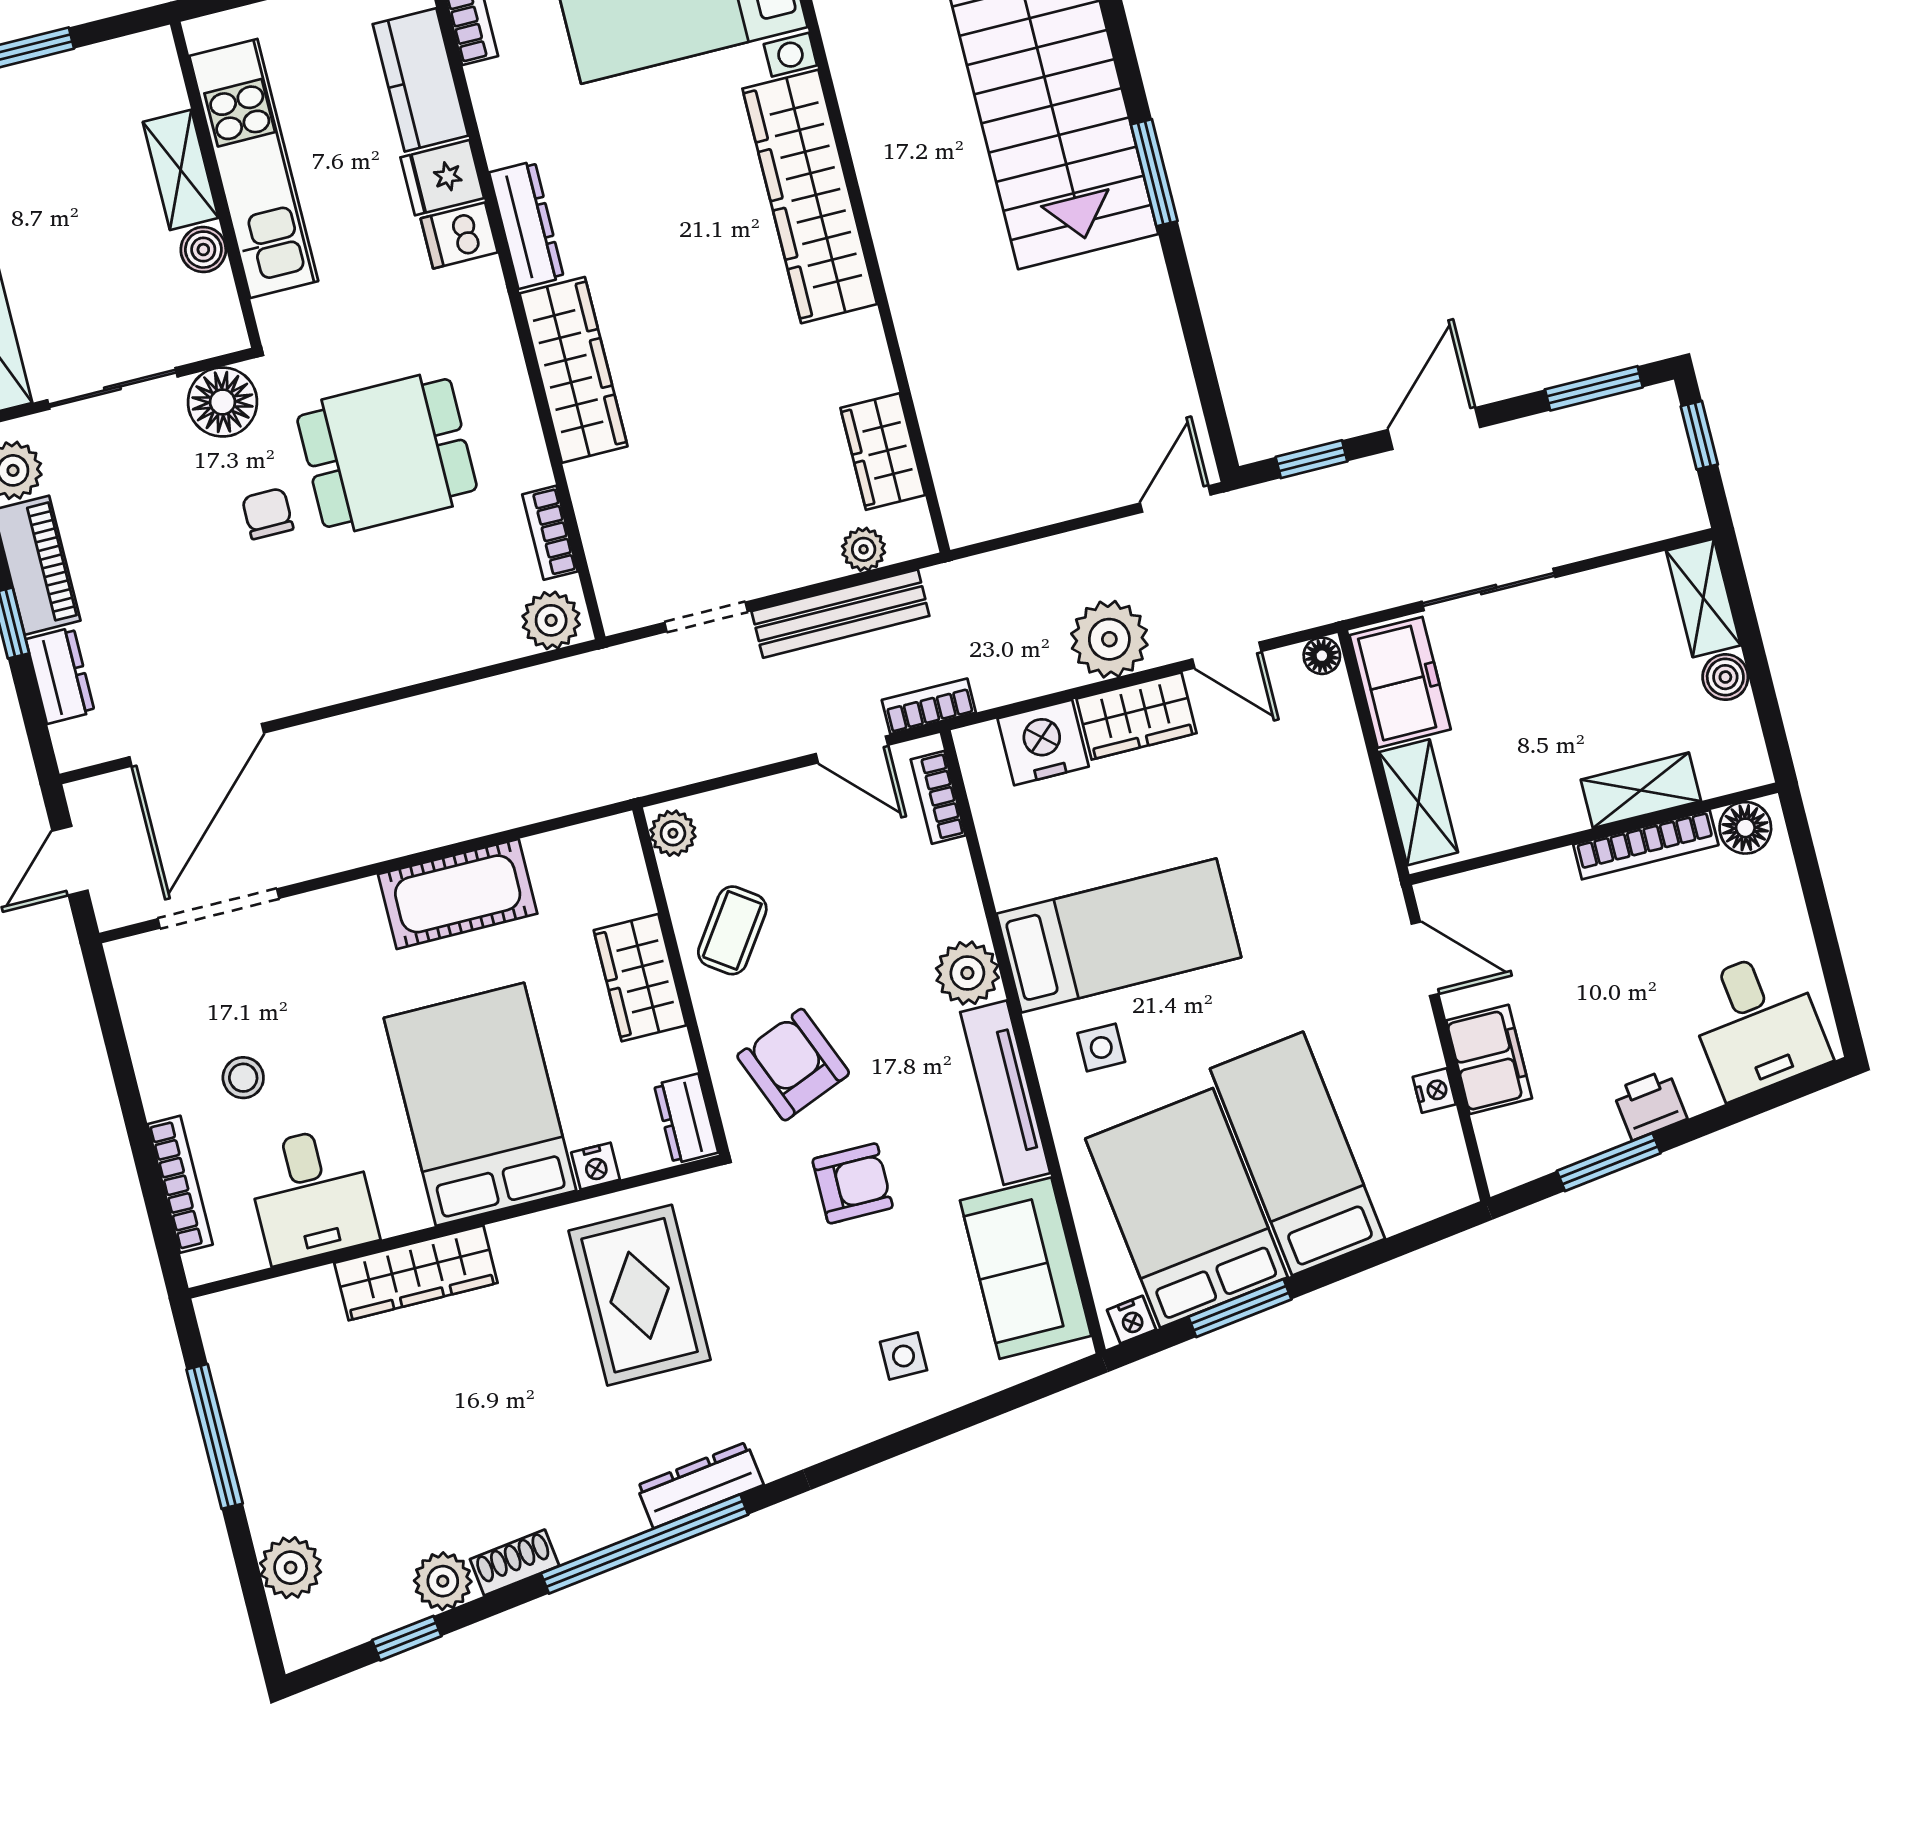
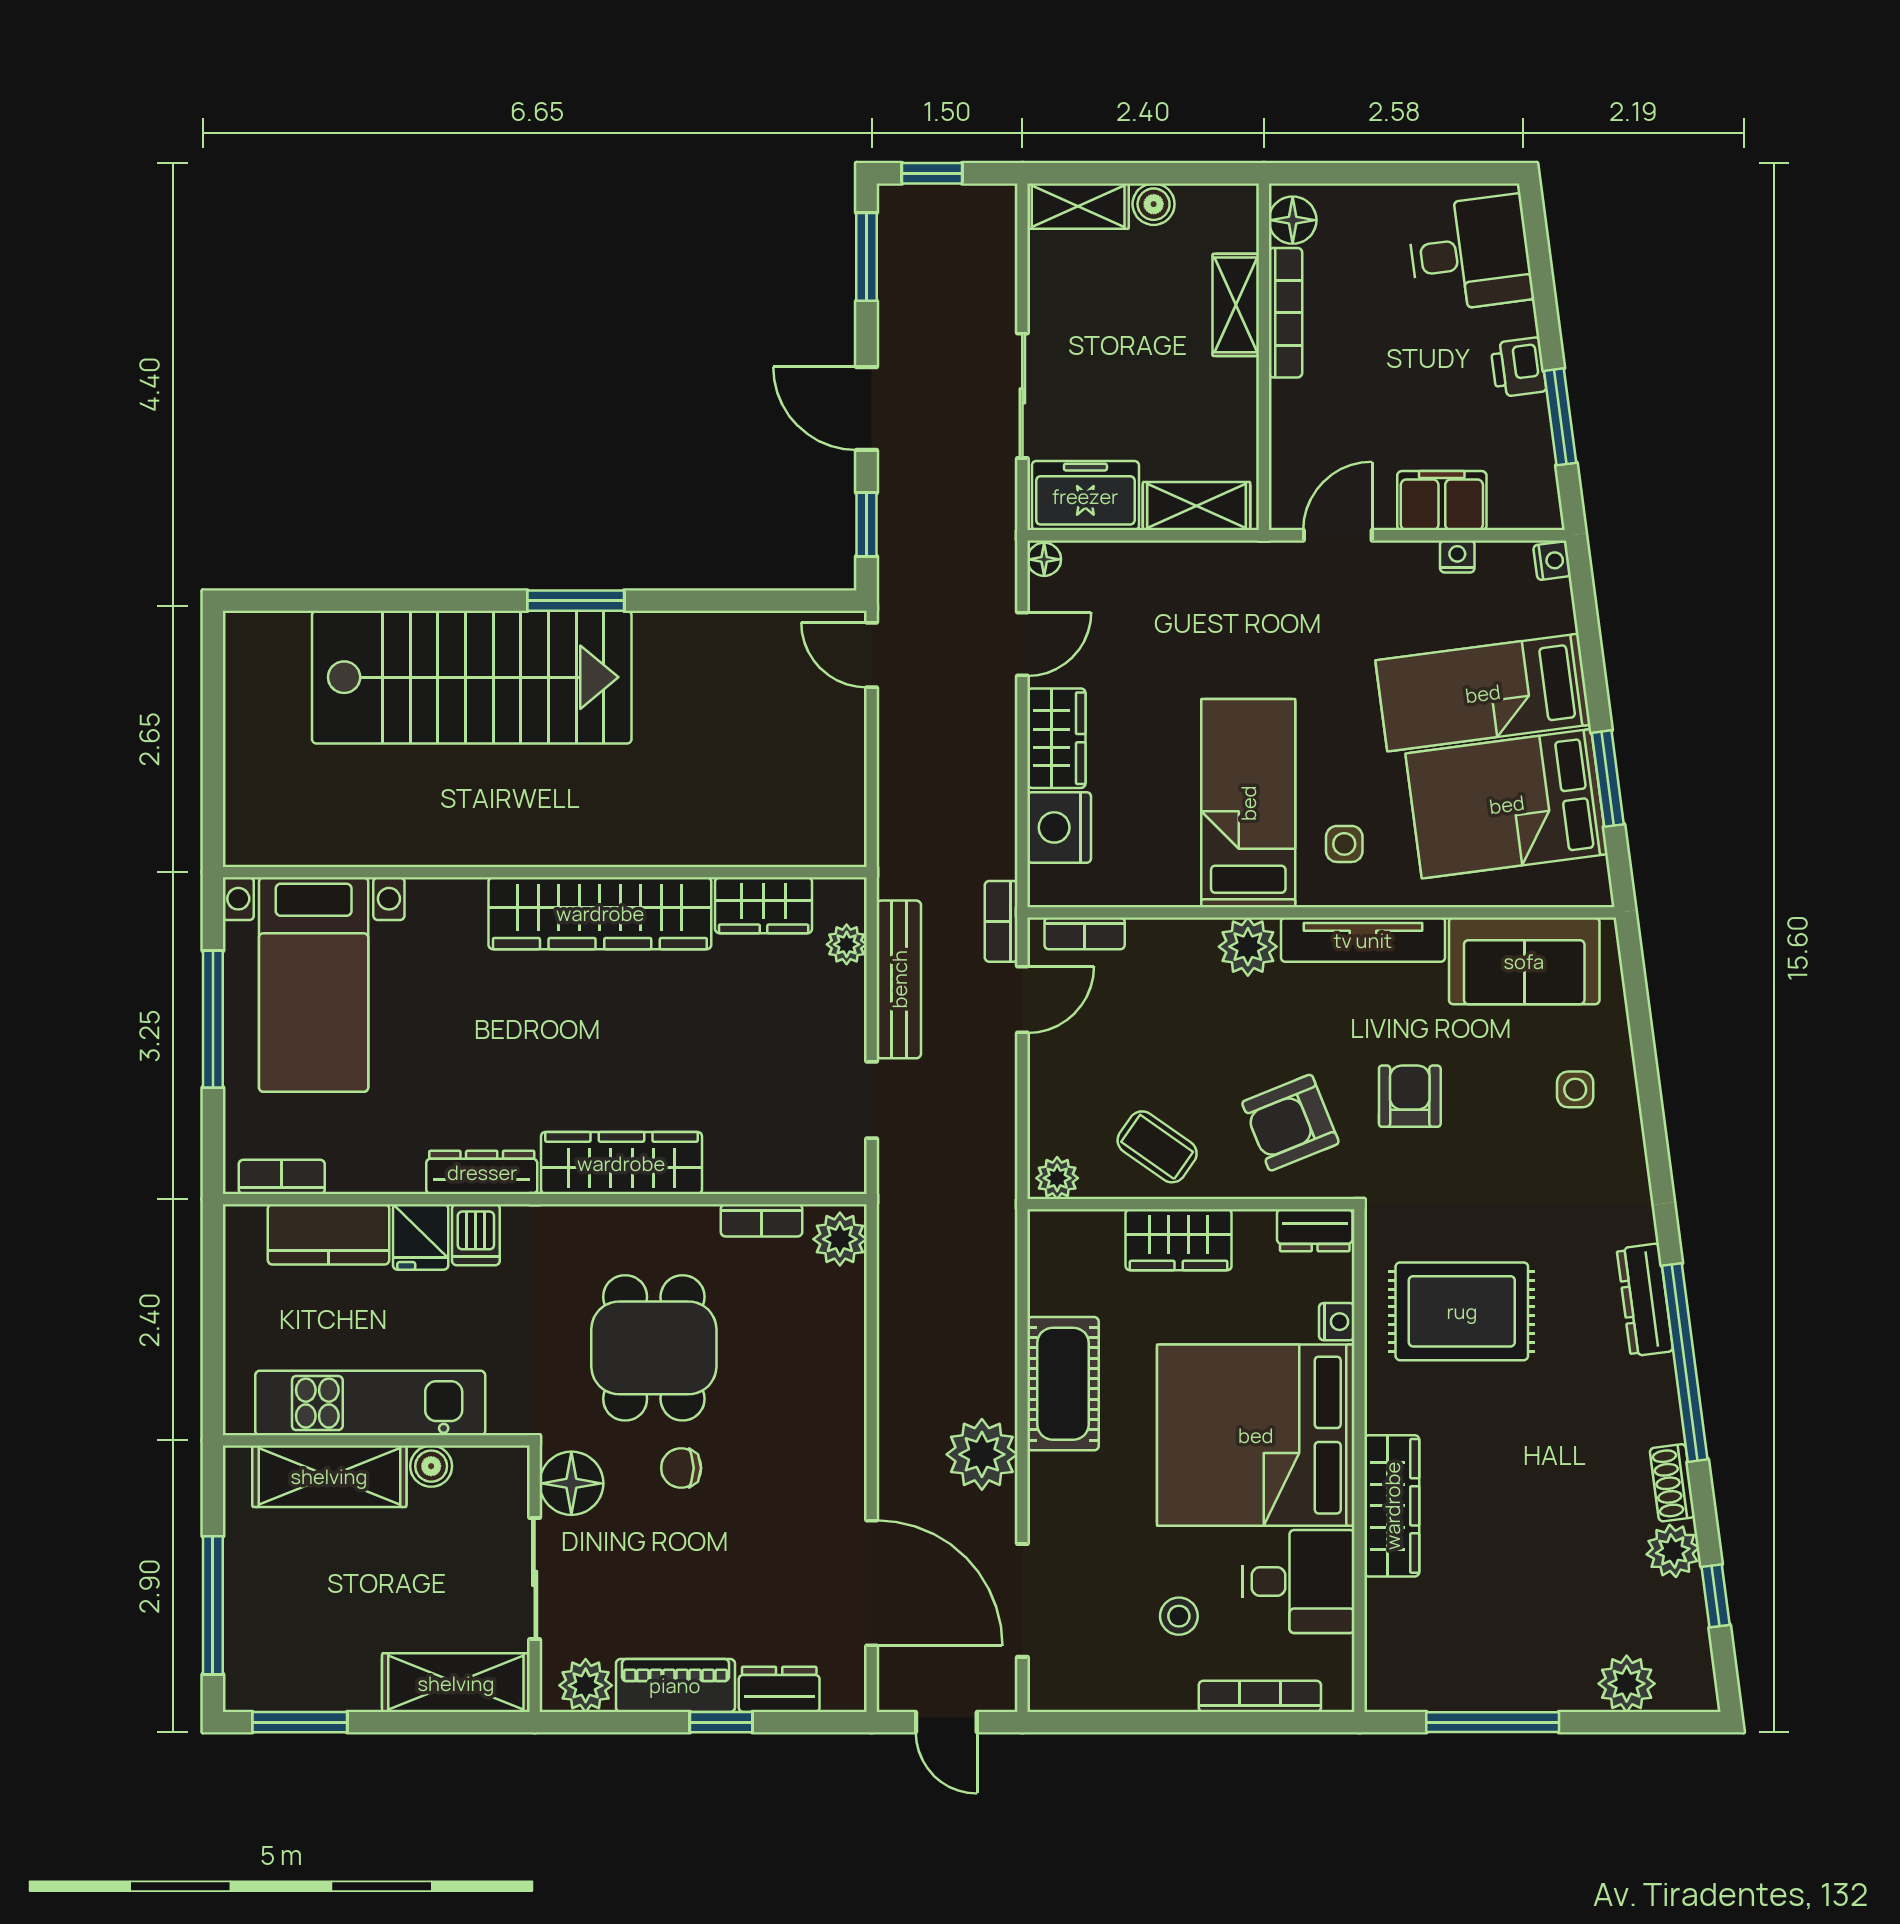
shelving: (181, 170) -> (329, 1476), width x1.50, depth x1.33
wardrobe: (810, 196) -> (600, 913), moved
plant: (1109, 639) -> (982, 1454), moved
bed: (480, 1104) -> (1256, 1435), width x1.36
nightstand: (1132, 1320) -> (1552, 561), moved

